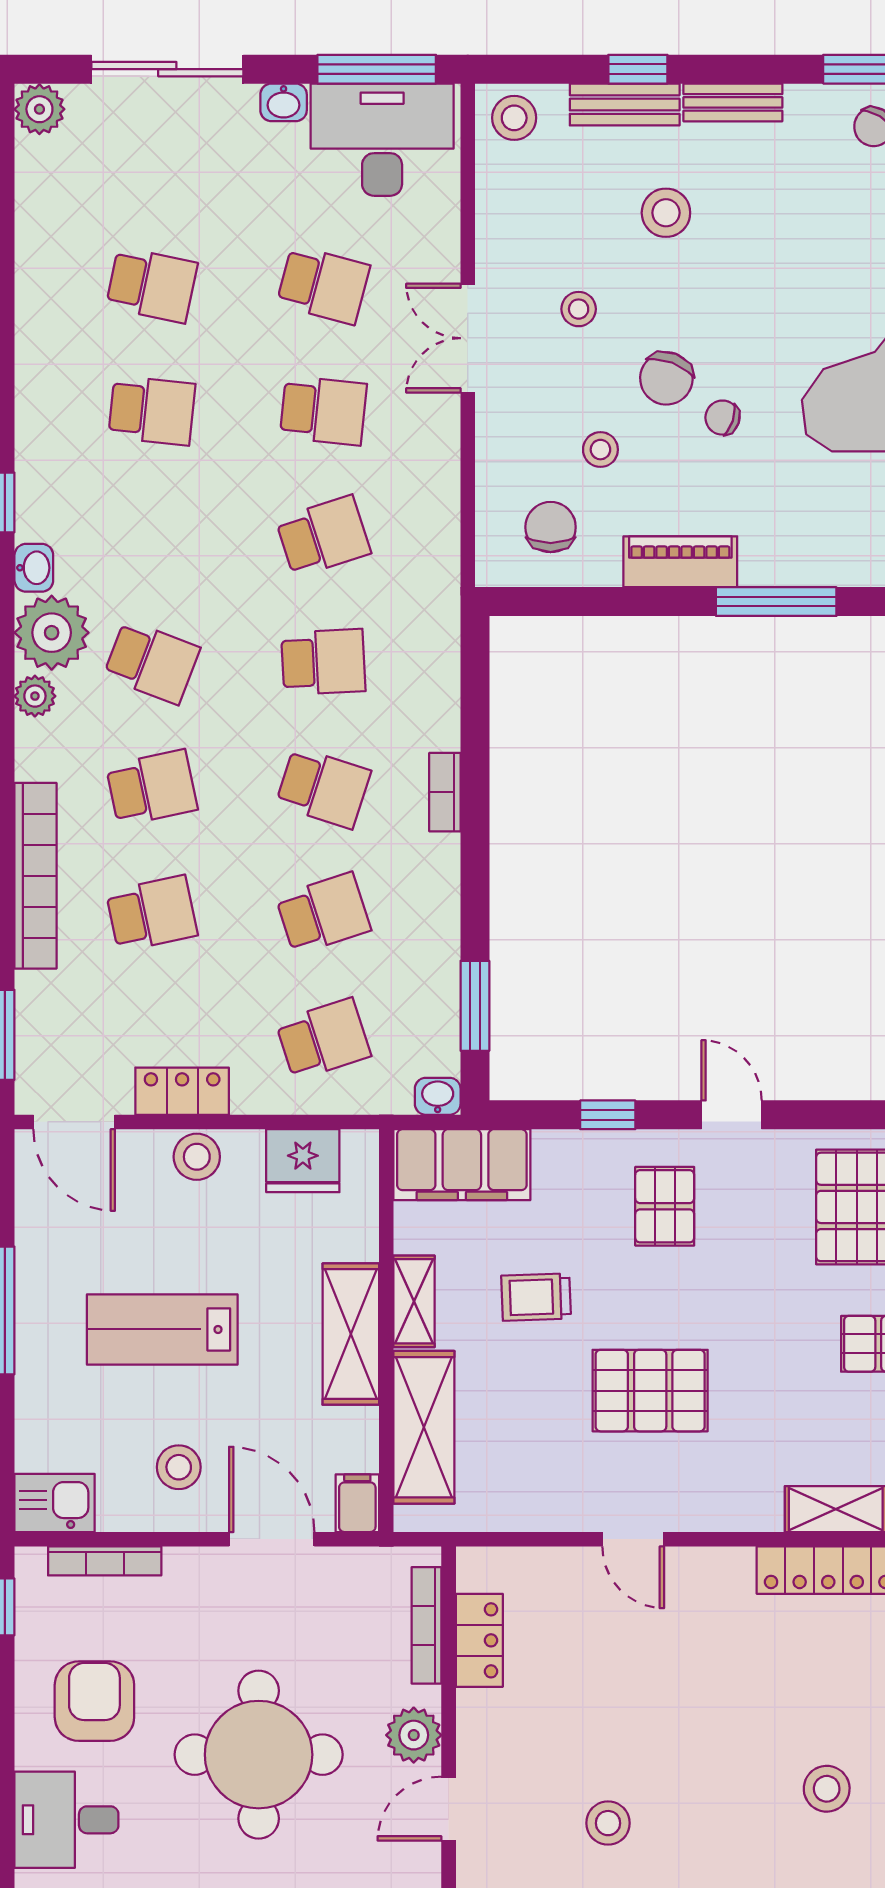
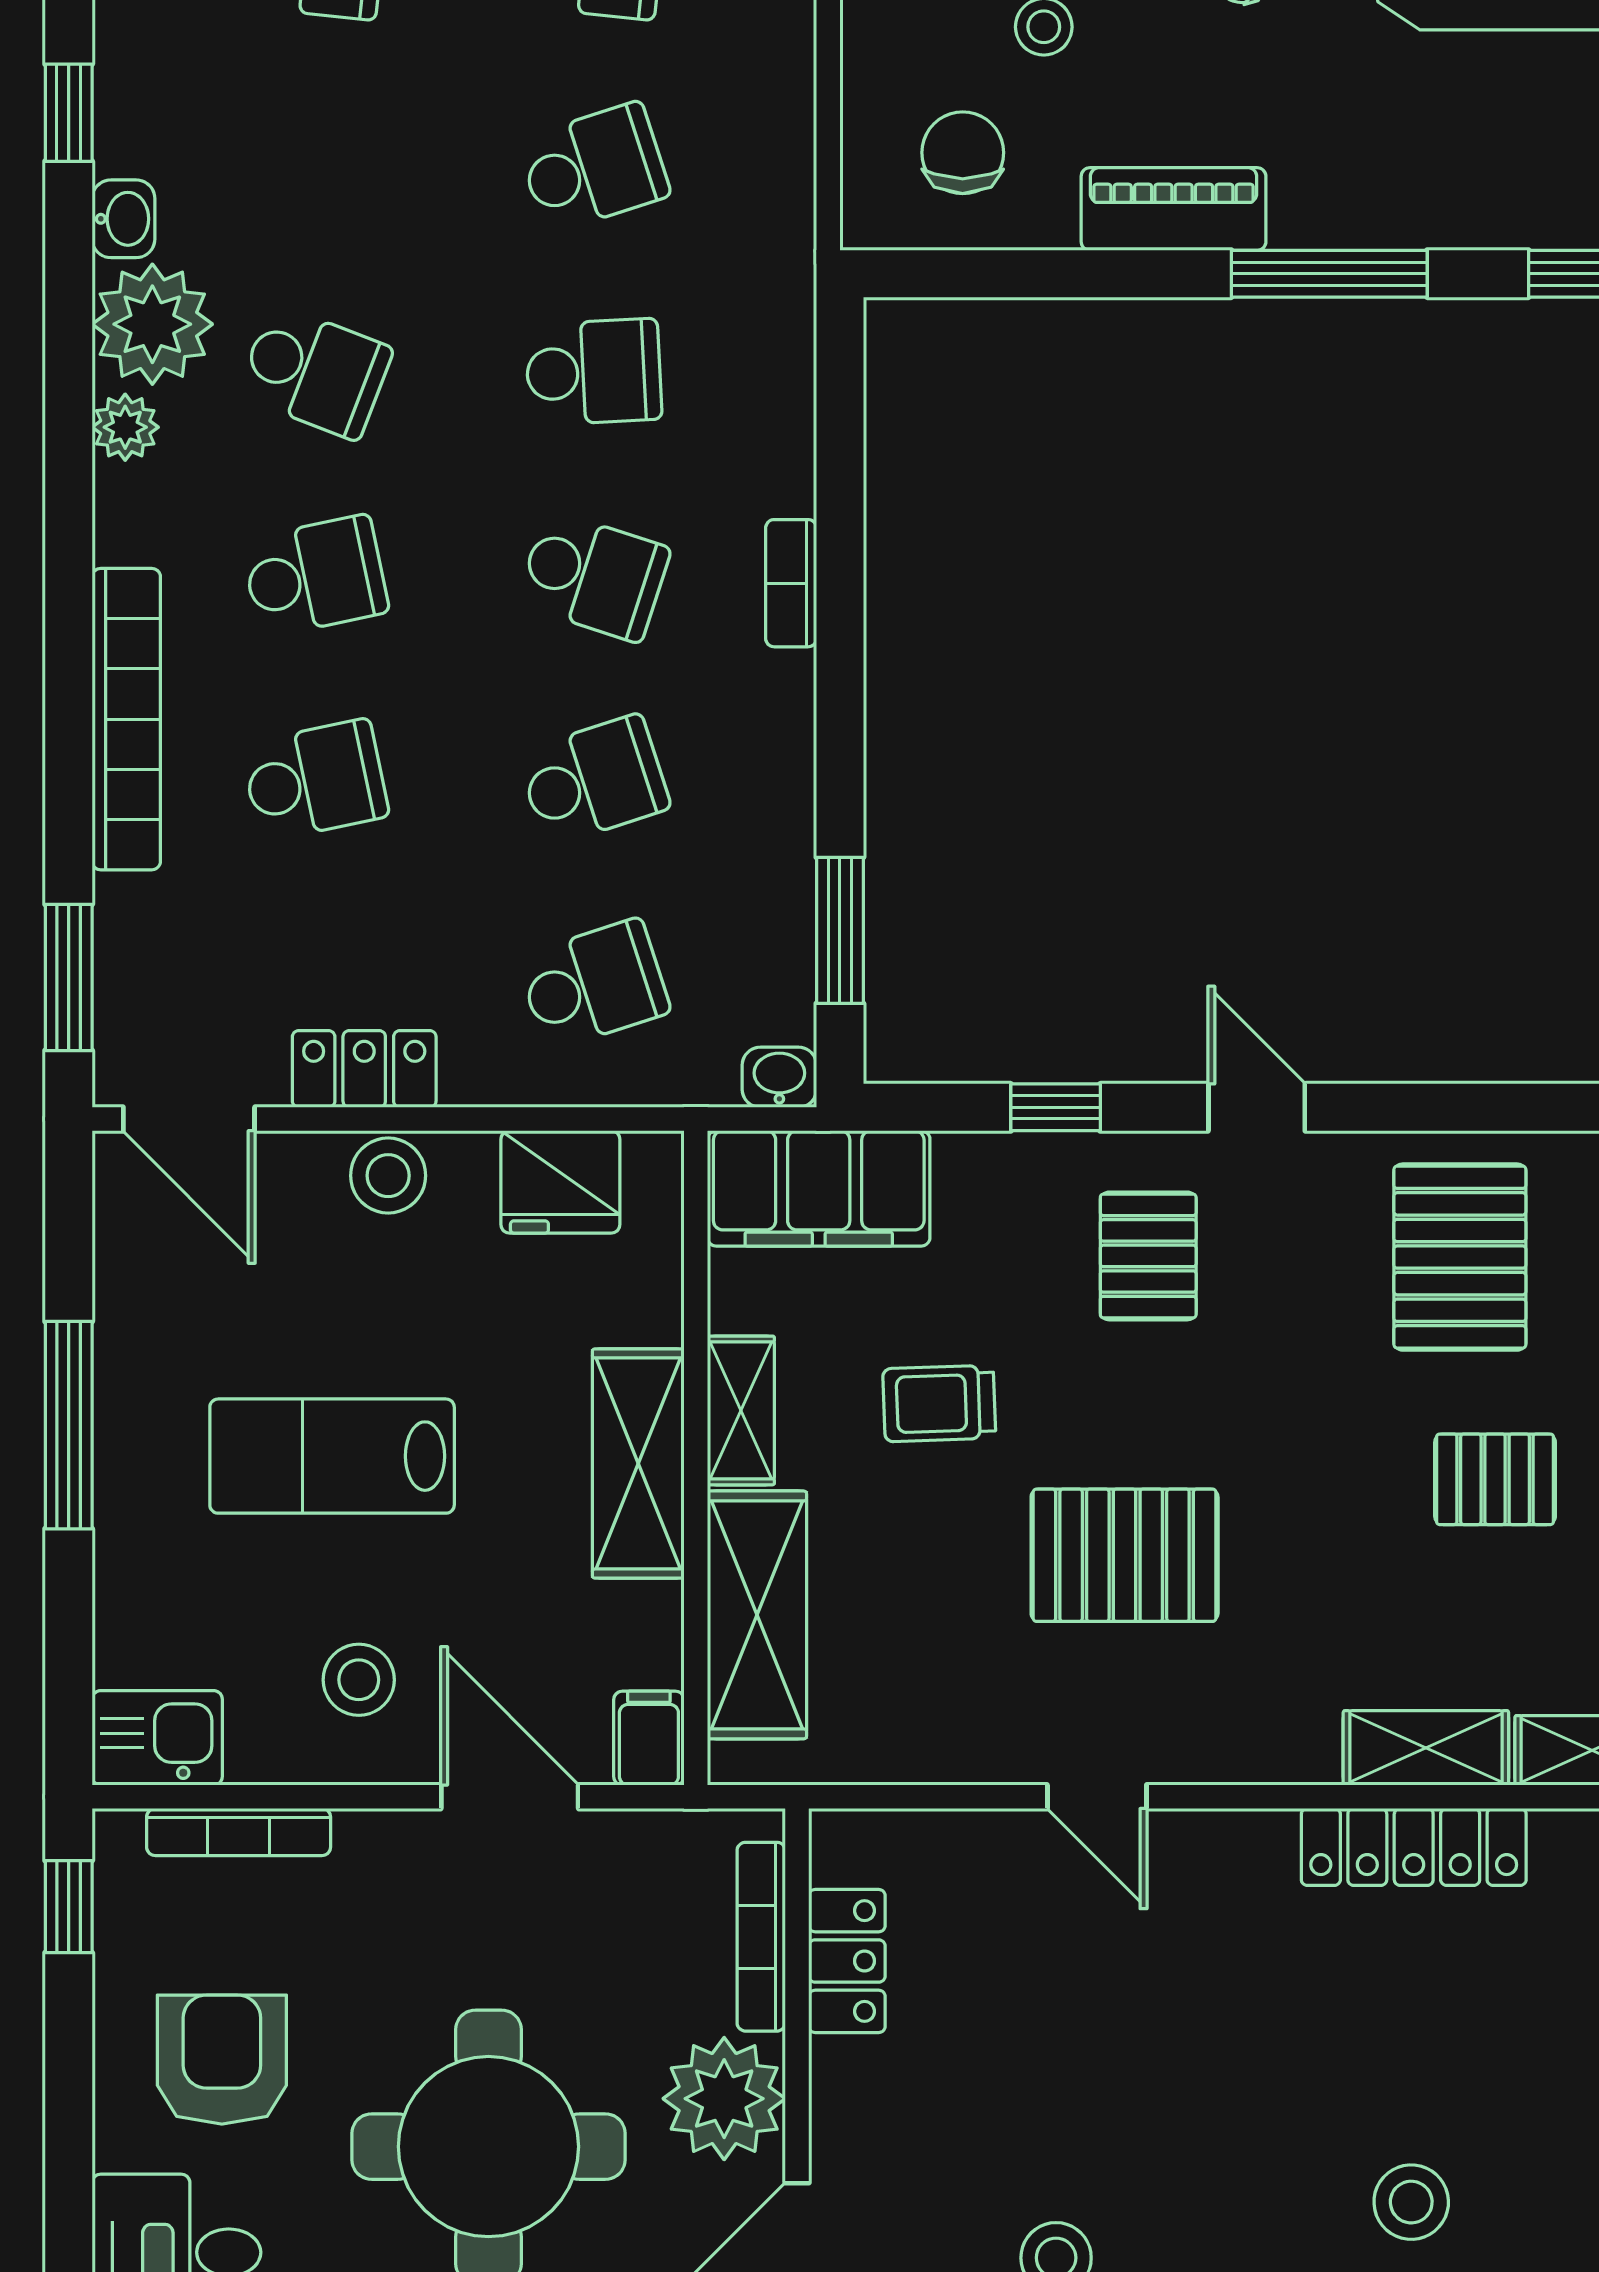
plant: (414, 1735) -> (724, 2099), width x1.36, depth x1.36

